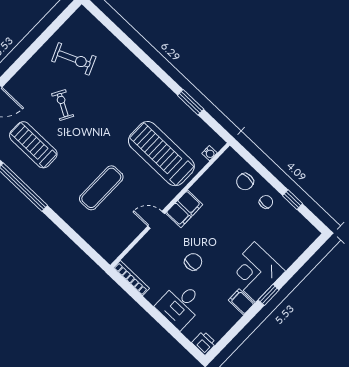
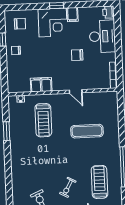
treadmill: (33, 145) -> (99, 182), turned 180
treadmill: (161, 154) -> (43, 120), width x0.73, depth x0.73
chair: (245, 182) -> (20, 24), moved
filing cabinet: (184, 209) -> (41, 85), moved
desk: (180, 305) -> (102, 36), width x1.37

